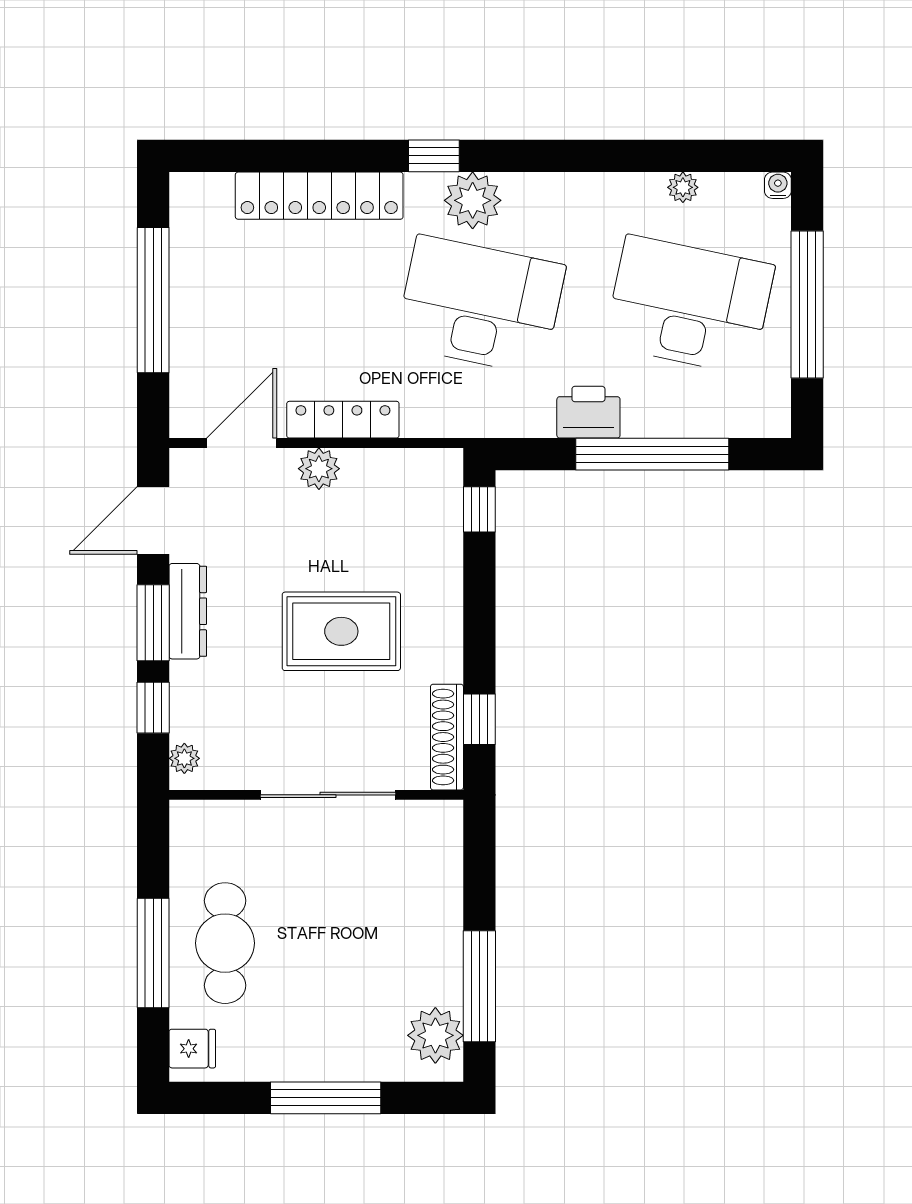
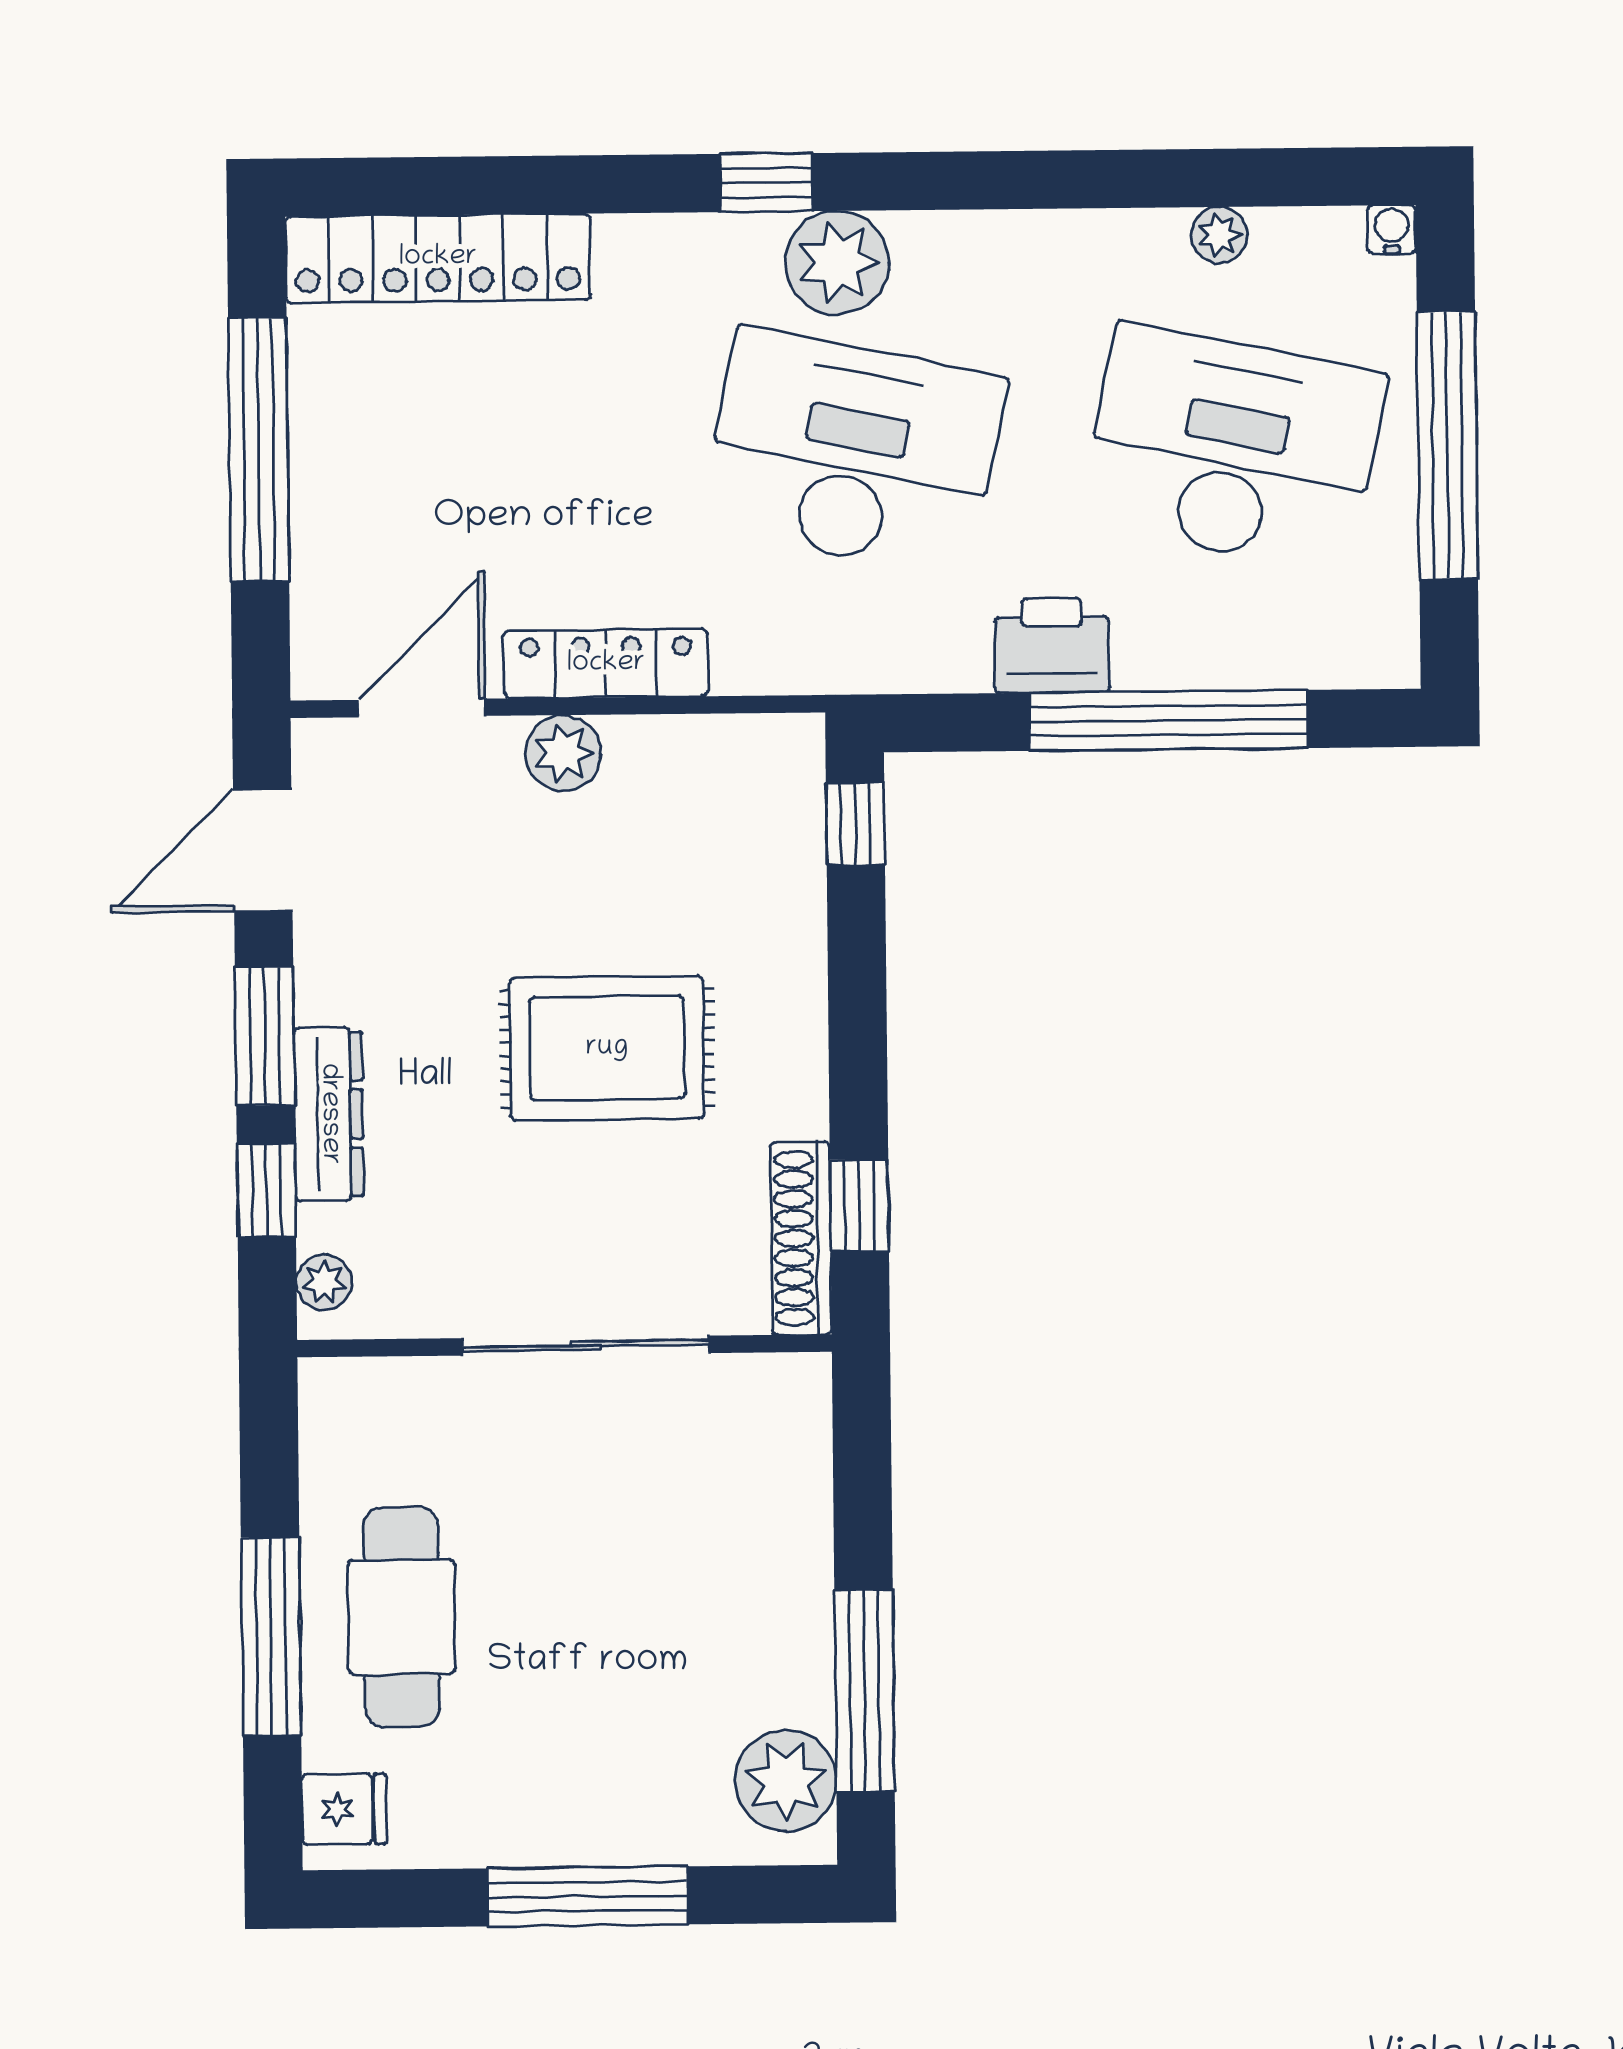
locker: (319, 196) -> (438, 258), moved
dresser: (188, 611) -> (329, 1114), moved

